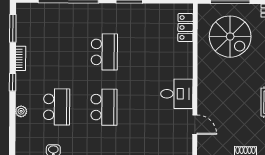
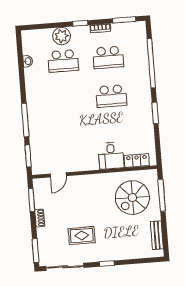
desk: (177, 94) -> (111, 156), moved
school desk: (104, 107) -> (108, 57), moved
plant: (21, 111) -> (62, 36), width x1.87, depth x1.87

